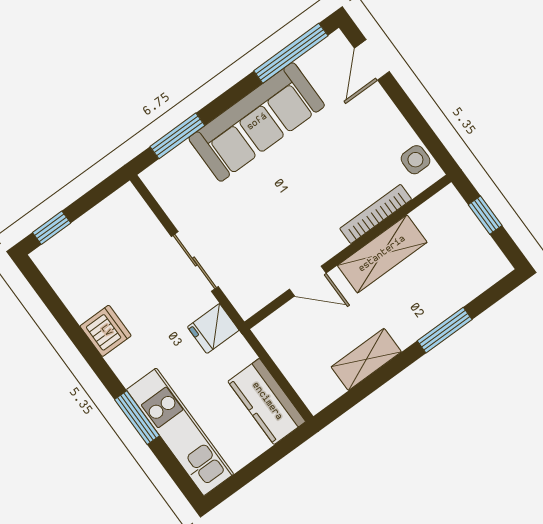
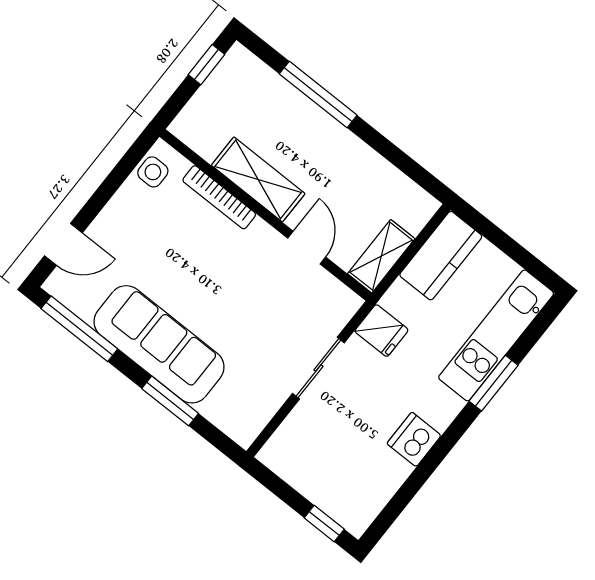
window: (177, 136) -> (170, 401), moved
window: (485, 215) -> (206, 65), moved
window: (445, 330) -> (318, 95), width x1.44
shelving: (366, 359) -> (381, 256), moved, turned 90

